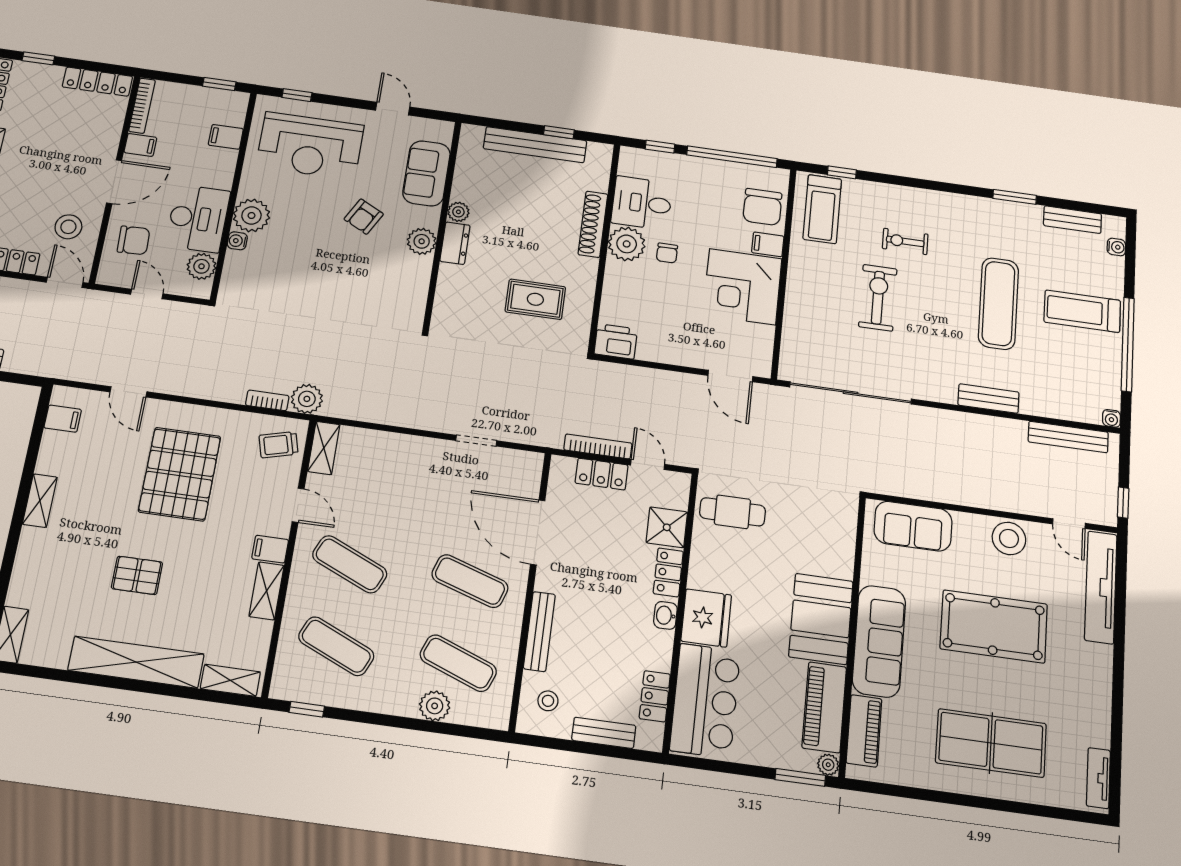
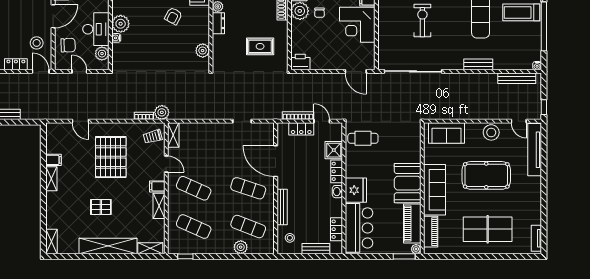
plant: (422, 241) -> (203, 51), moved
filing cabinet: (63, 419) -> (54, 160), moved

